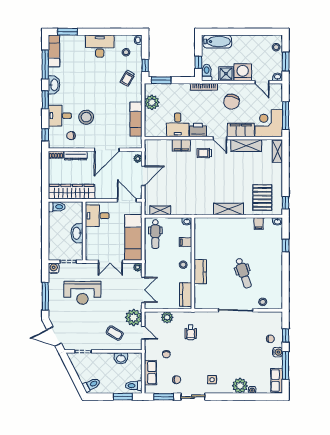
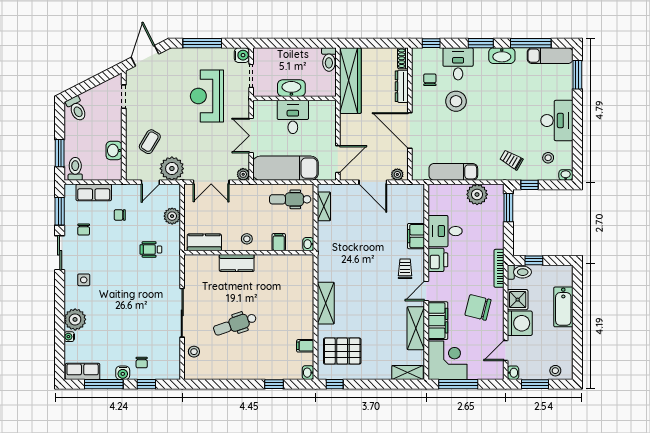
bathtub: (217, 42) -> (563, 307), moved
desk: (97, 216) -> (293, 117), moved

